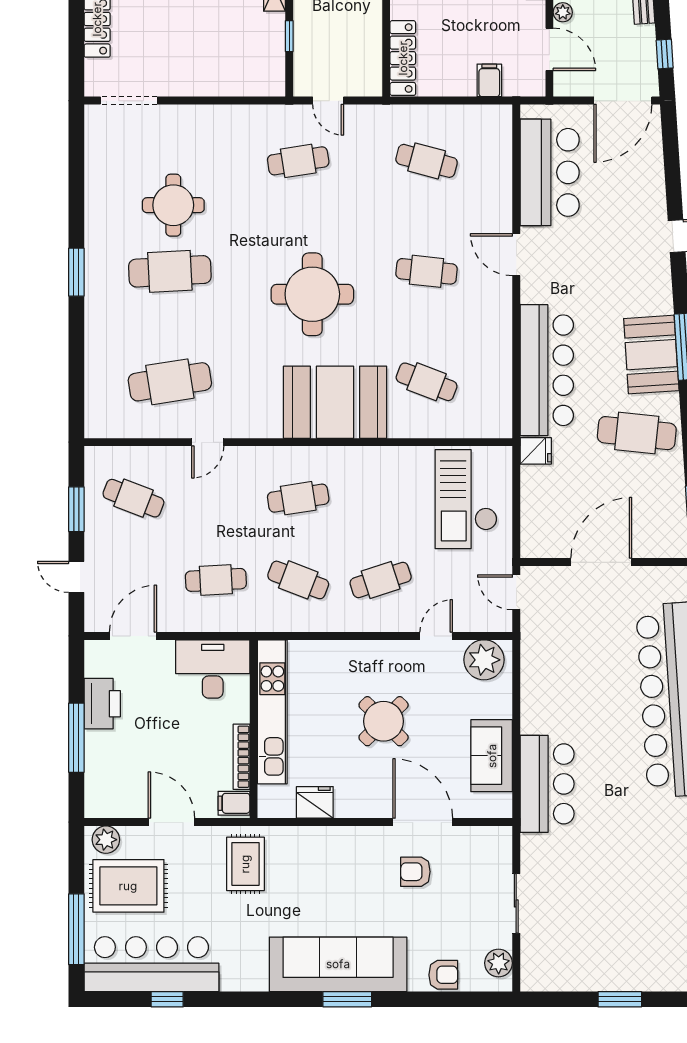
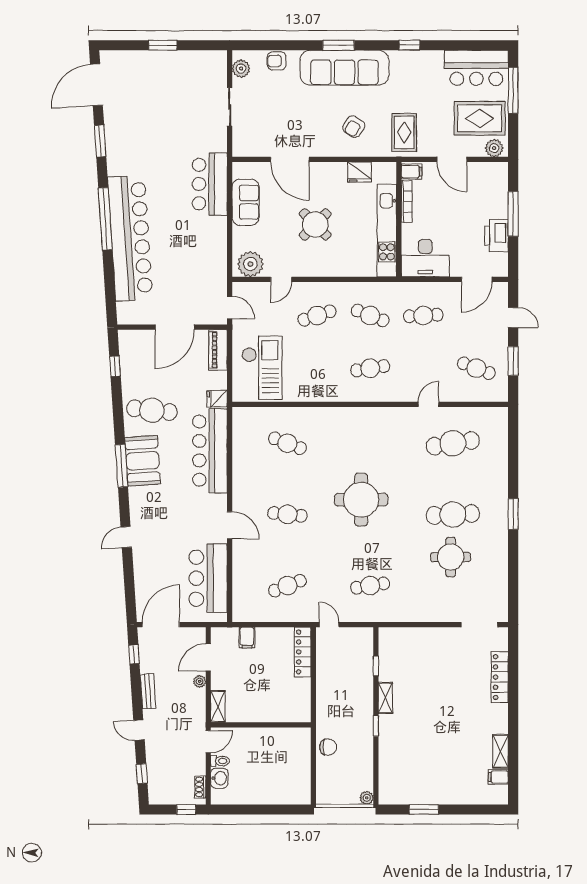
door: (549, 49) -> (208, 658), hinge flipped
door: (328, 101) -> (329, 625), moved
cafe table: (427, 161) -> (287, 586), turned -36
booth: (335, 402) -> (346, 430), removed
piano: (534, 527) -> (218, 350), added
armchair: (415, 872) -> (354, 127), moved, turned 123
bar counter: (151, 964) -> (476, 68), width x0.73
window: (167, 999) -> (409, 45), moved

